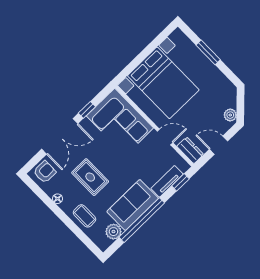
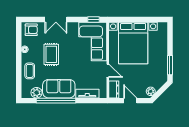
window: (208, 52) -> (170, 65), moved
window: (87, 110) -> (93, 20), moved
double door: (60, 136) -> (56, 20), width x0.73
window: (180, 182) -> (93, 101), removed

